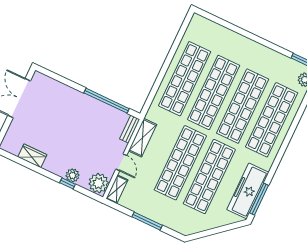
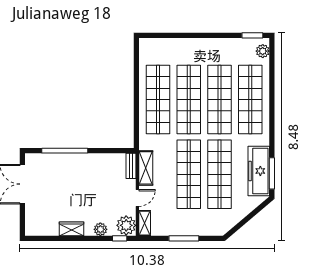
window: (107, 101) -> (65, 151), moved
wardrobe: (32, 156) -> (71, 229), moved
door: (121, 162) -> (137, 198), hinge flipped
window: (68, 183) -> (120, 238), moved

